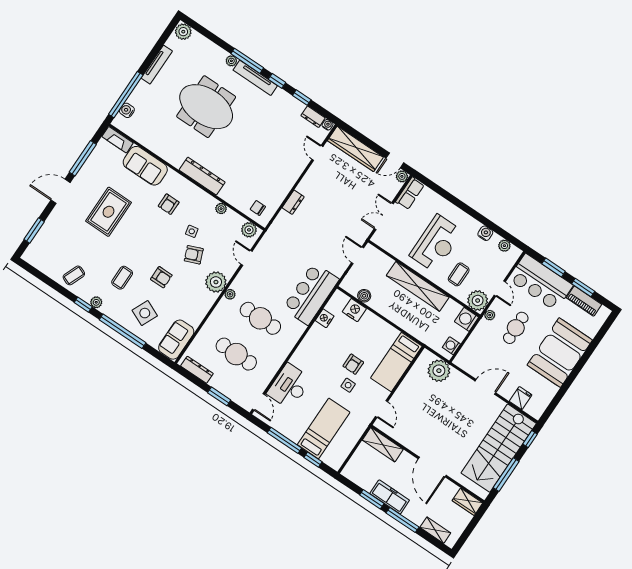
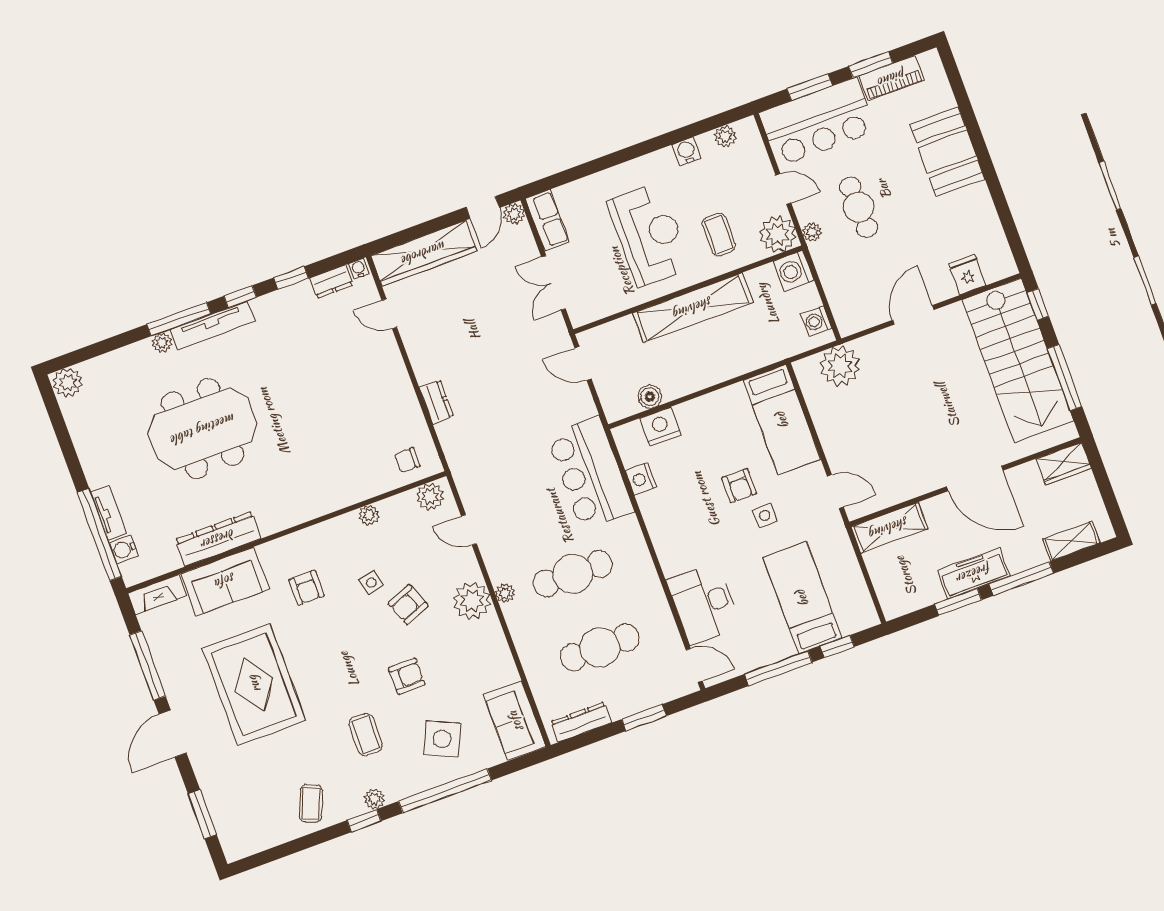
tv unit: (157, 65) -> (109, 513), moved, width x0.71
dresser: (202, 176) -> (218, 539), moved
rug: (109, 212) -> (254, 684), width x1.37, depth x1.44
booth: (560, 353) -> (947, 152), width x0.73, depth x0.70

